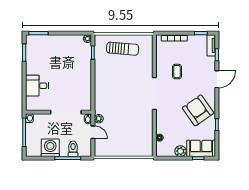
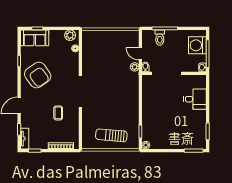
washing machine: (50, 148) -> (197, 45), moved, turned 90
plant: (180, 151) -> (70, 35), moved

